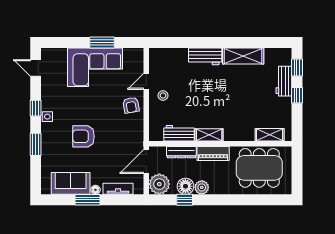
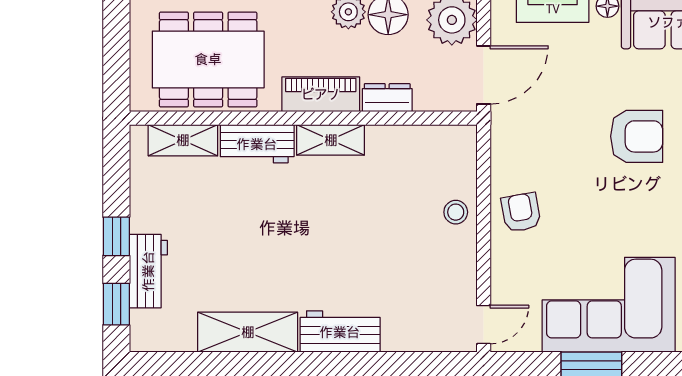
door: (146, 81) -> (484, 325), moved
stool: (163, 96) -> (456, 212), moved
workbench: (179, 133) -> (257, 144), moved
dresser: (181, 152) -> (387, 98), width x0.70

